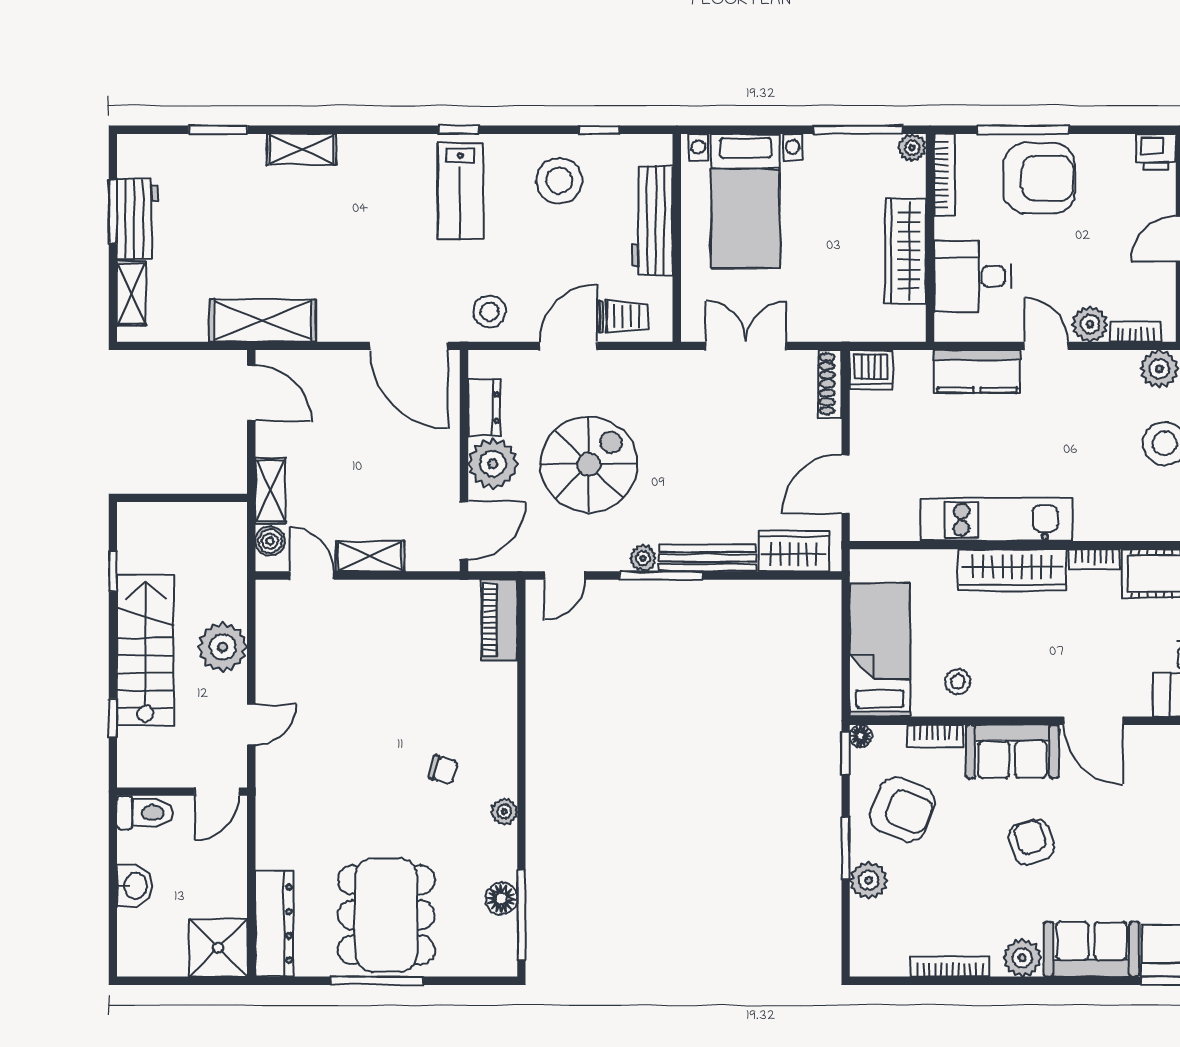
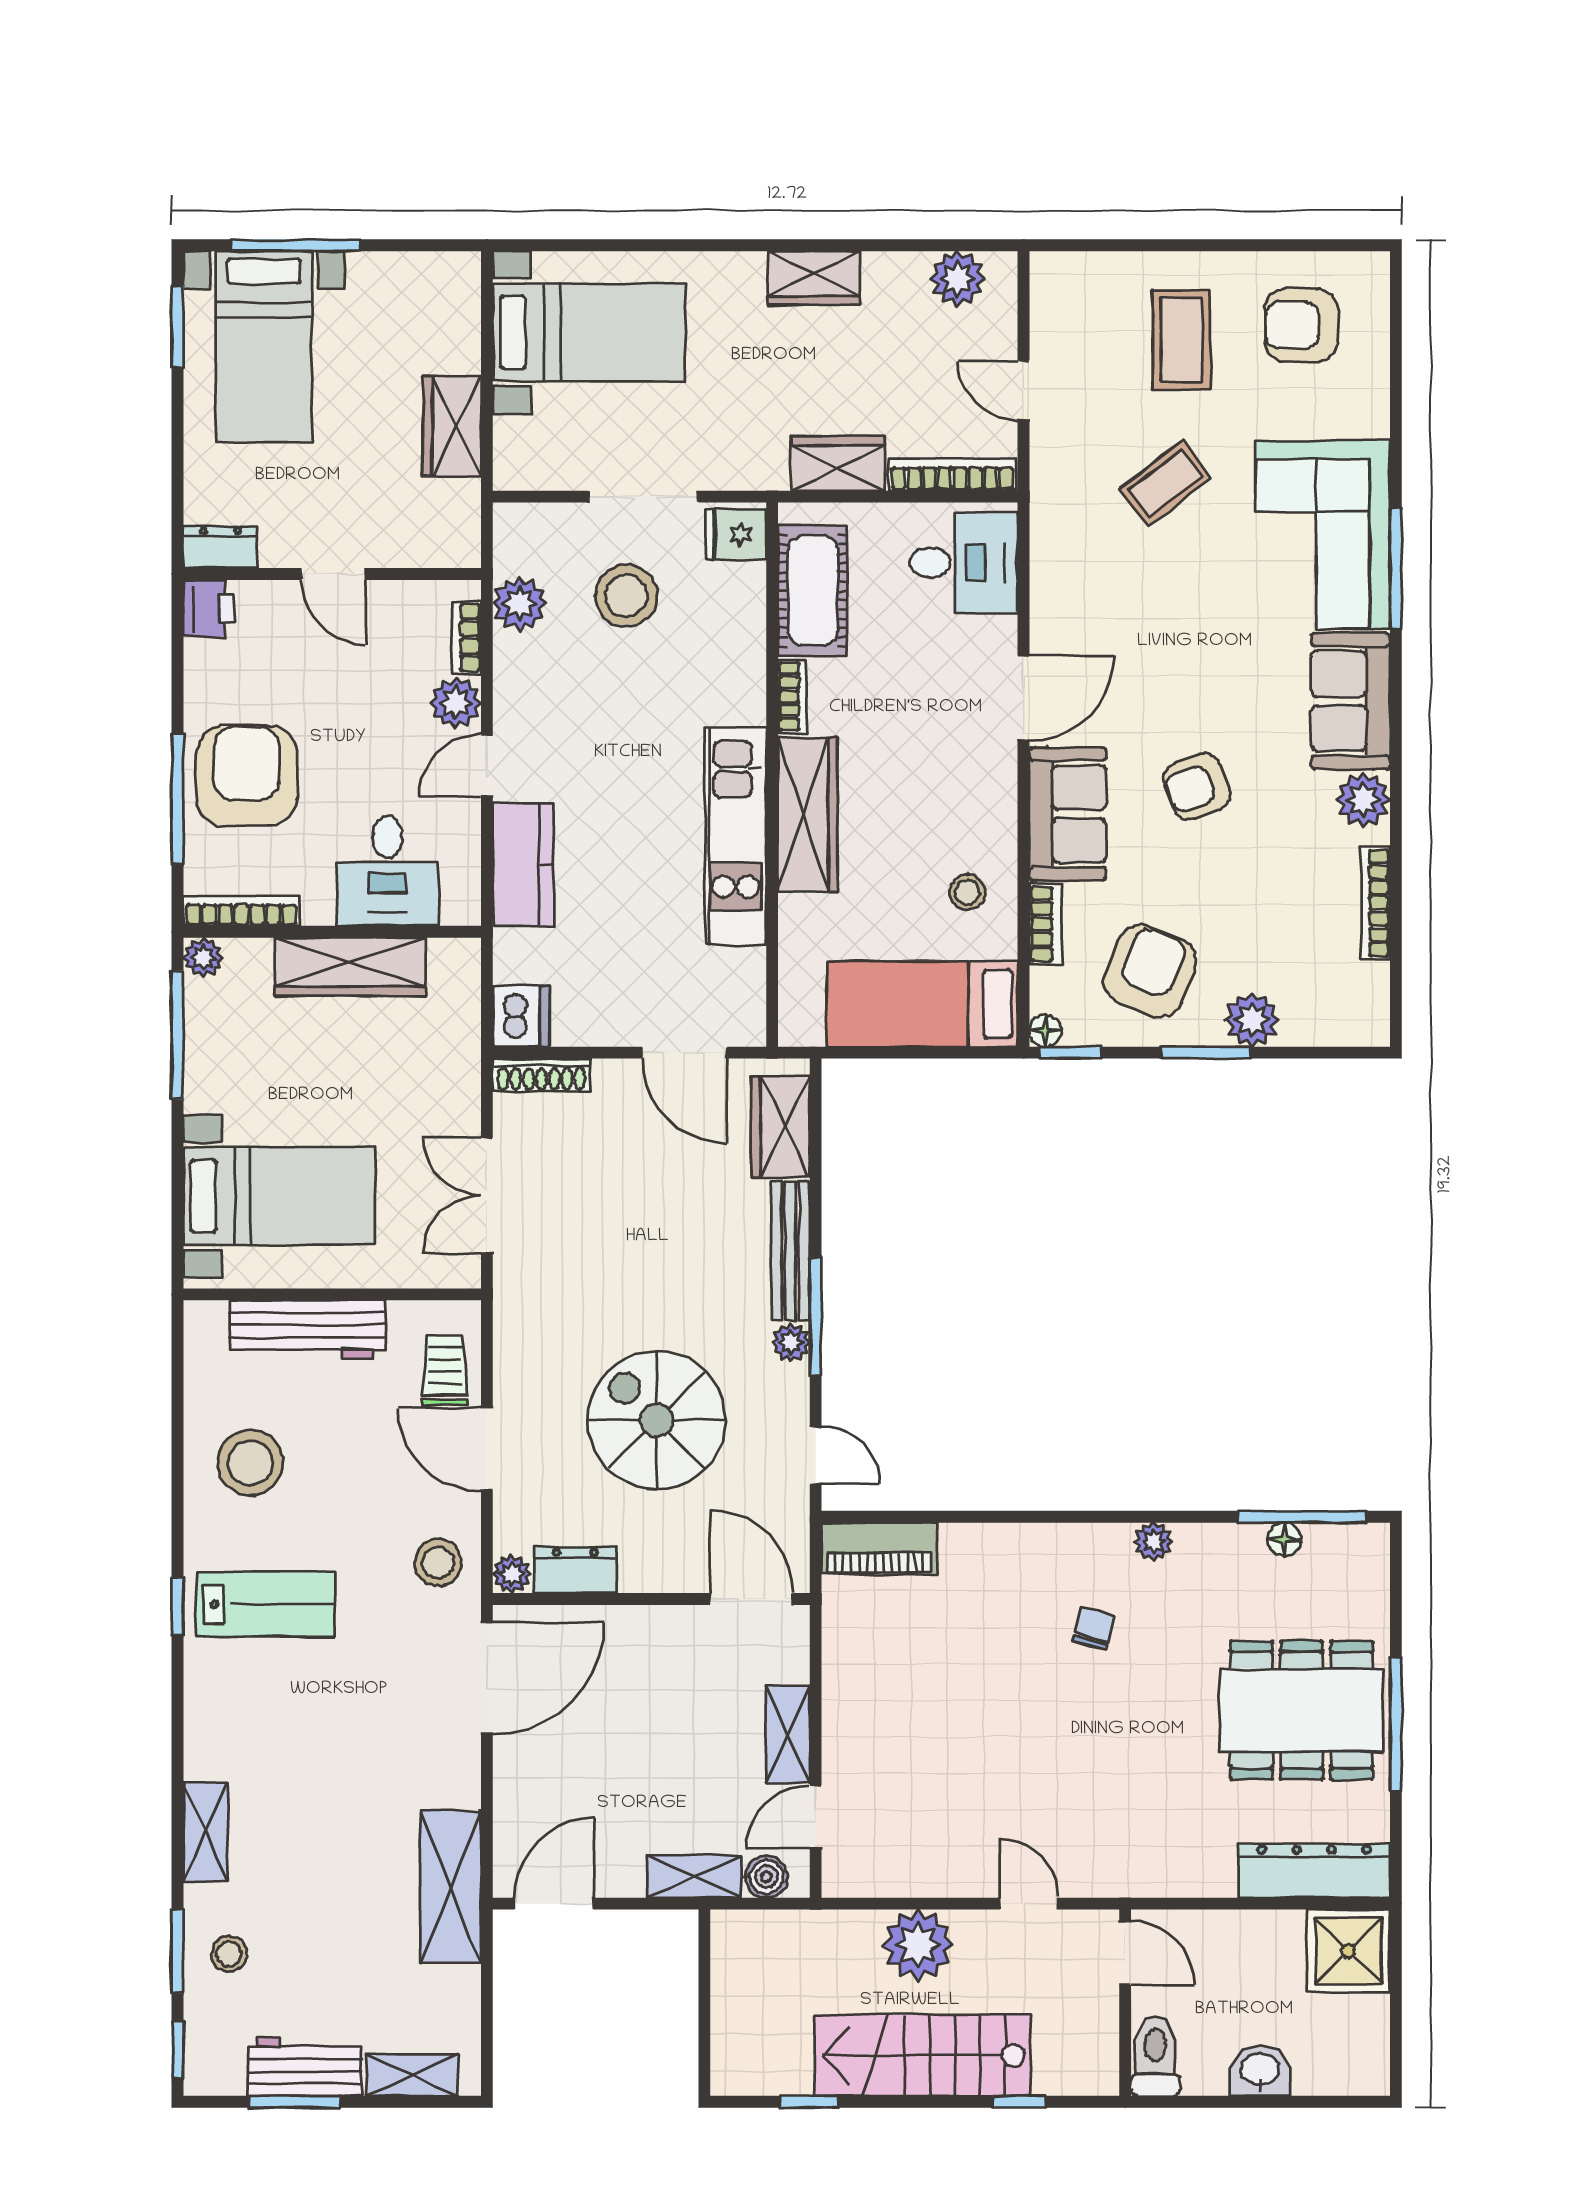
window: (599, 130) -> (177, 2050), moved
stool: (216, 166) -> (229, 1954), added
plant: (493, 464) -> (512, 1574), moved, width x0.53, depth x0.53
floor lamp: (501, 899) -> (1284, 1539), width x0.73, depth x0.73

